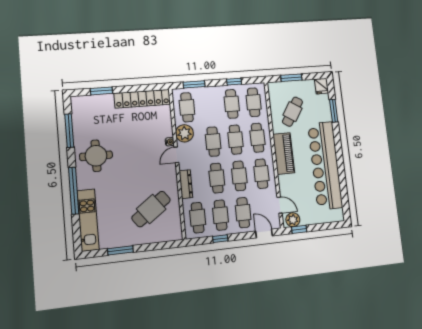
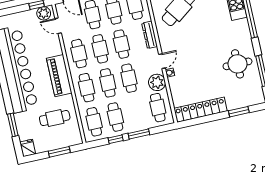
window: (194, 84) -> (139, 134), moved
cafe table: (292, 112) -> (55, 118), turned 58
round table: (96, 156) -> (237, 64), moved

